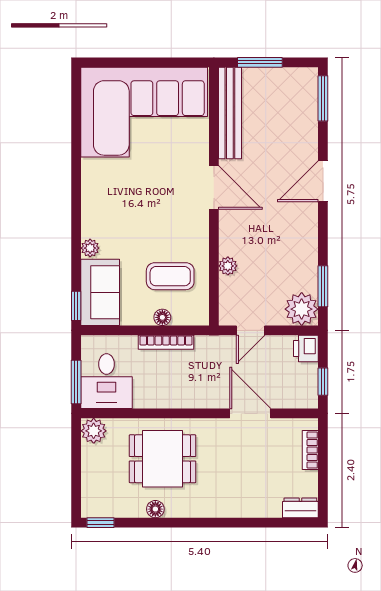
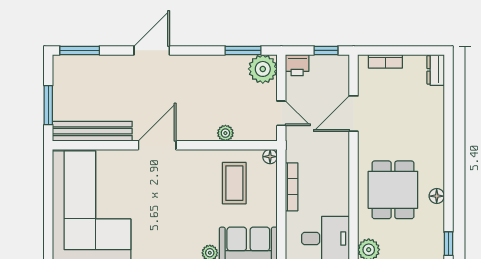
door: (323, 181) -> (152, 50), swing flipped
floor lamp: (162, 317) -> (270, 157), moved

